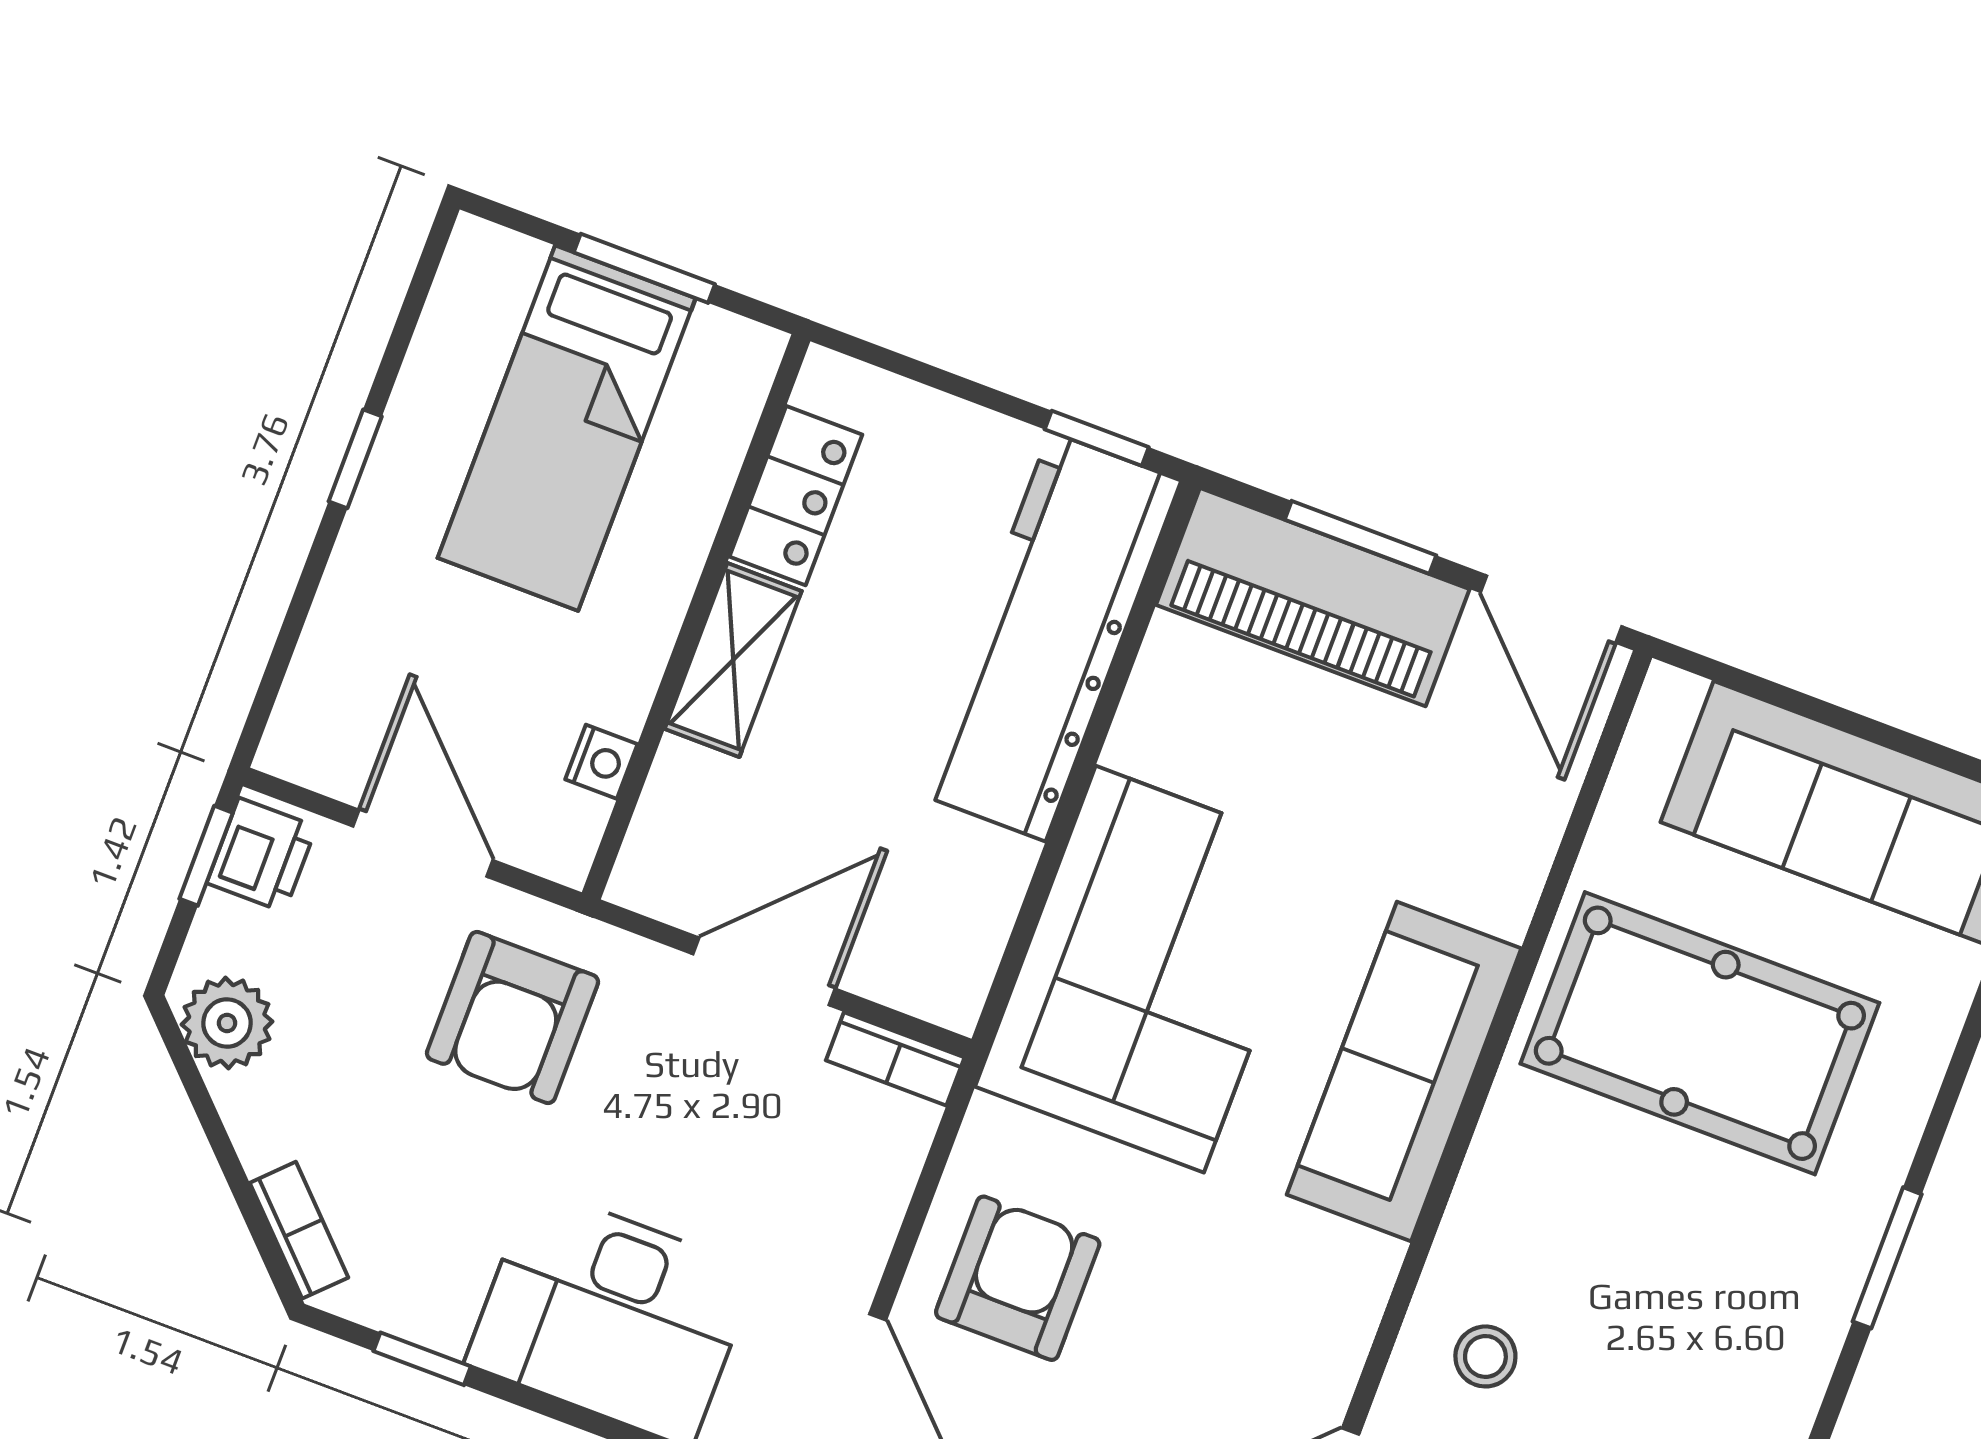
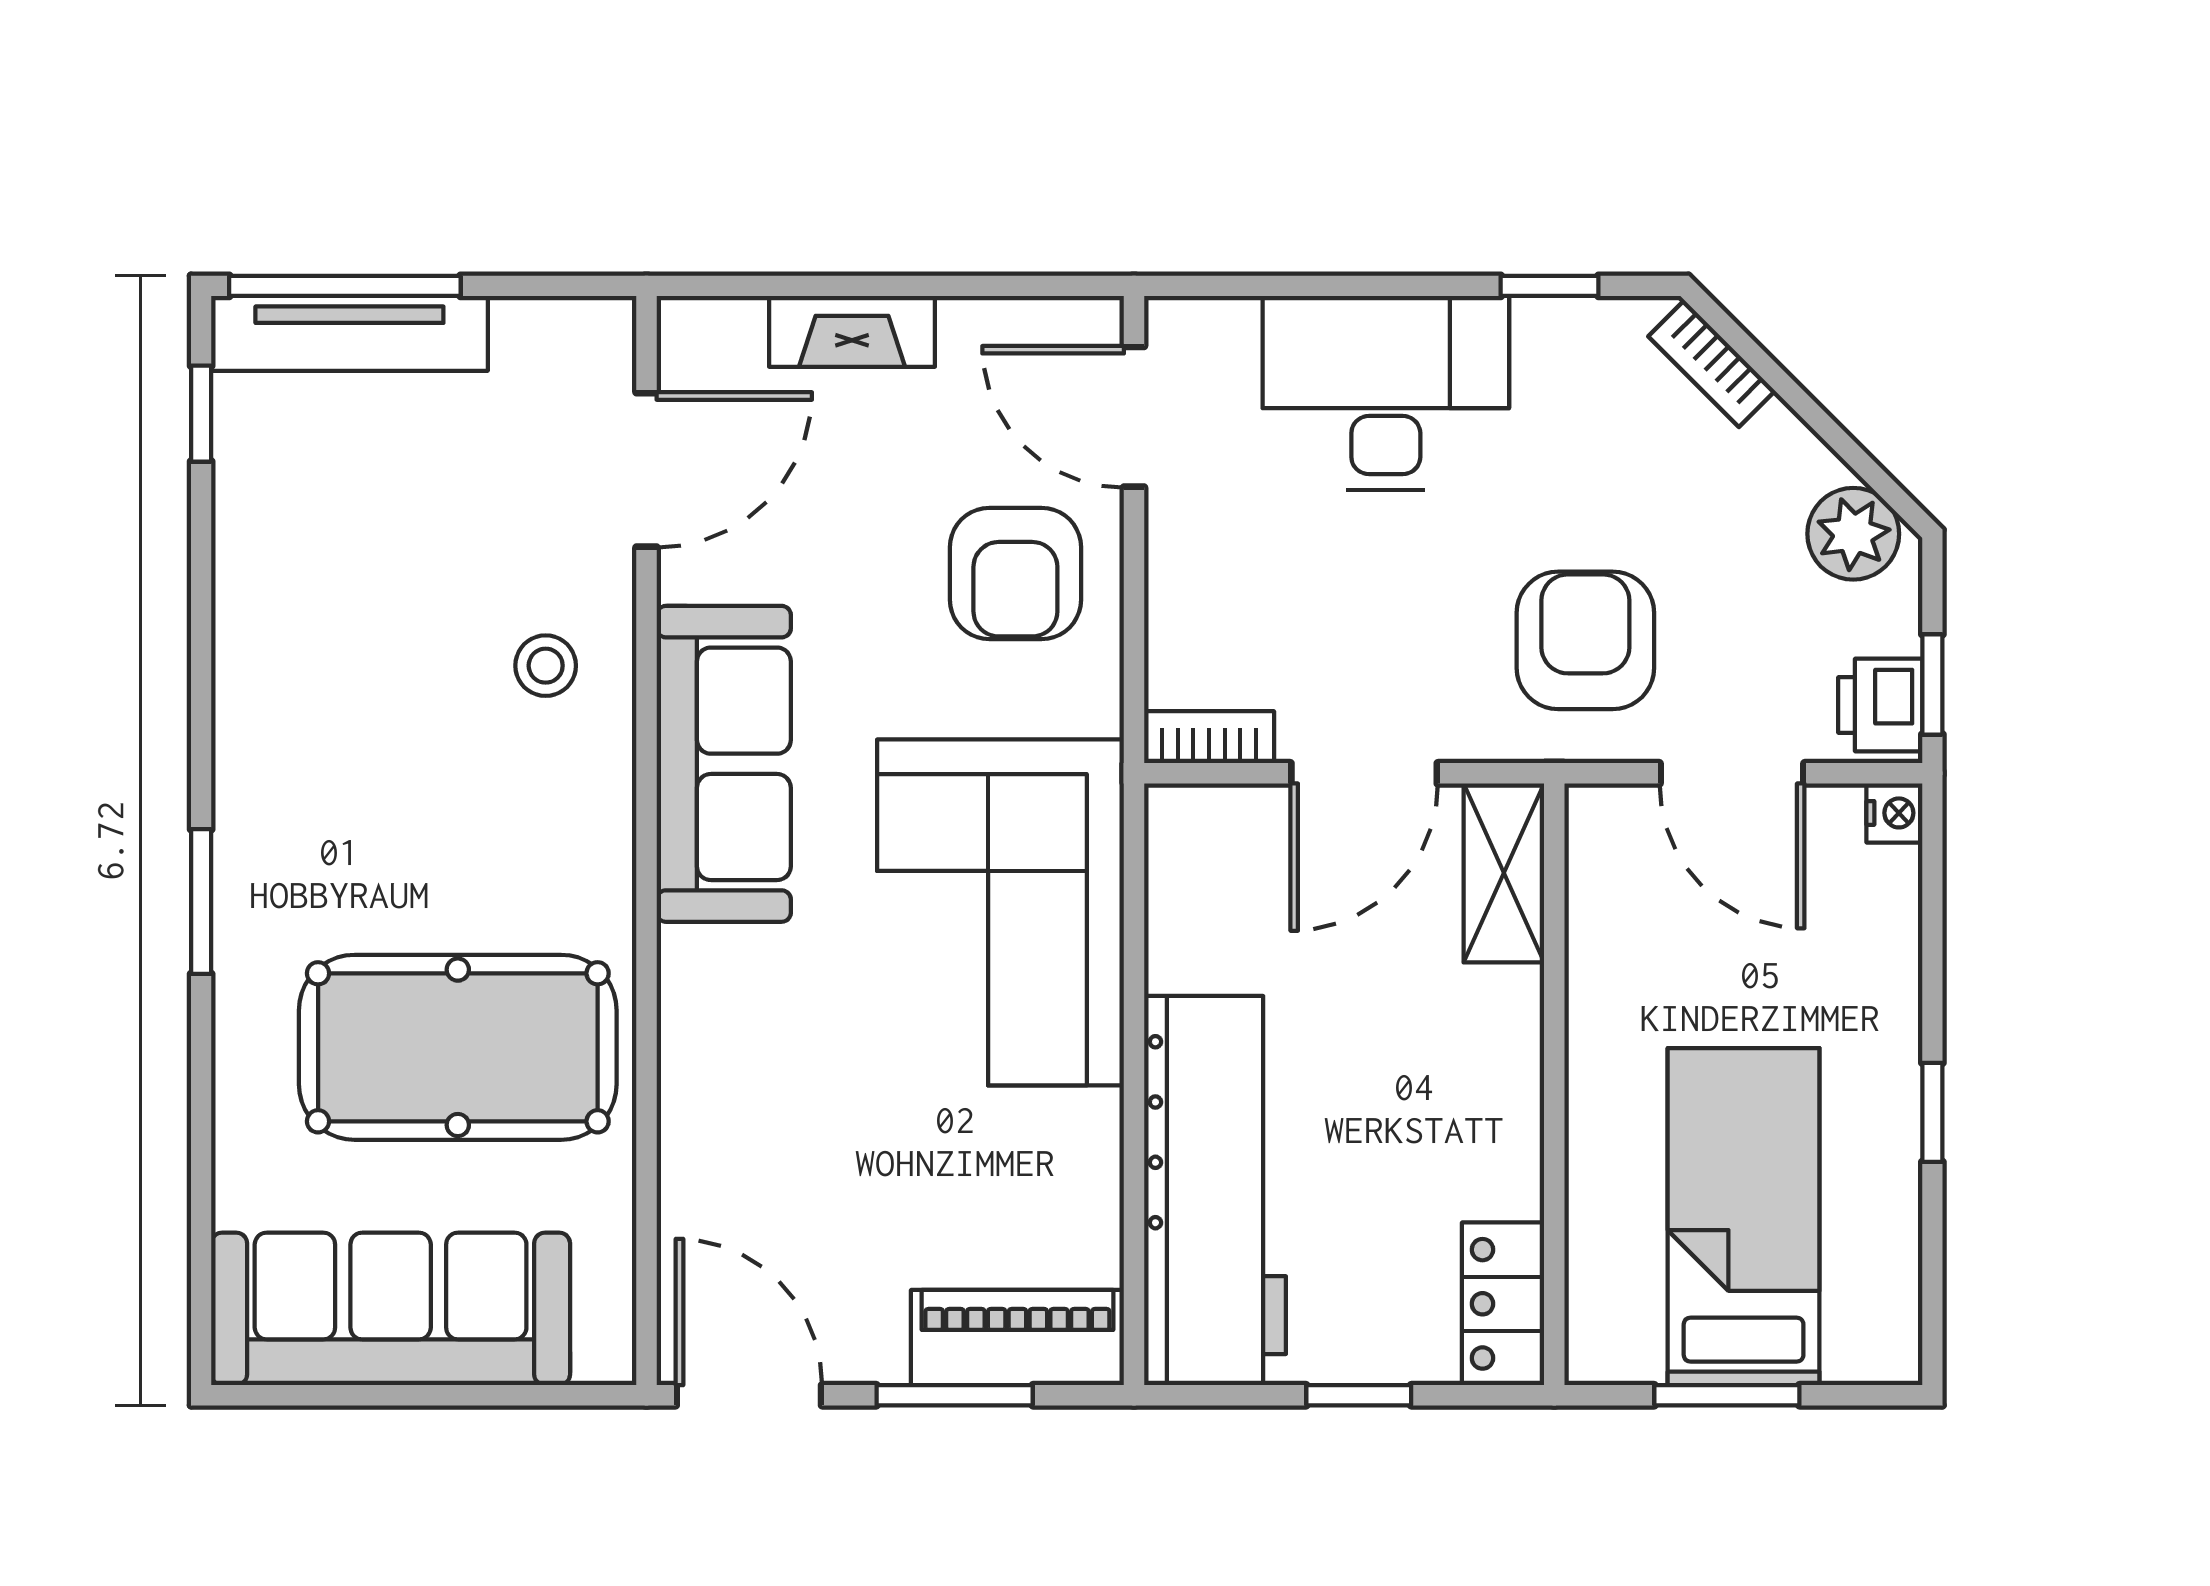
window: (1097, 438) -> (1359, 1395), moved
locker: (796, 496) -> (1503, 1304), moved
piano: (1313, 597) -> (1017, 1338), width x0.73, depth x0.75
shelving: (733, 660) -> (1504, 873), moved
nightstand: (601, 762) -> (1894, 813), moved, turned 180
sofa: (1404, 1072) -> (724, 764), moved

